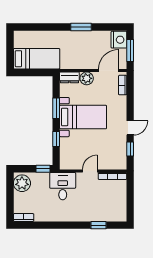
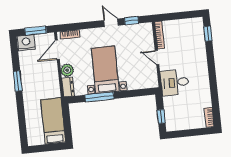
door: (109, 70) -> (57, 50), hinge flipped
window: (56, 108) -> (99, 97), width x1.44
window: (56, 139) -> (129, 94), removed
window: (43, 169) -> (161, 117), moved
plant: (22, 183) -> (176, 122), removed
window: (98, 225) -> (208, 34), moved

